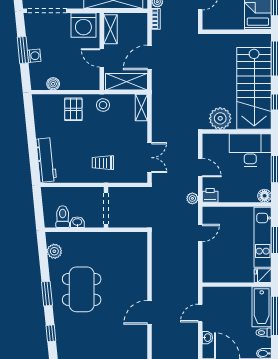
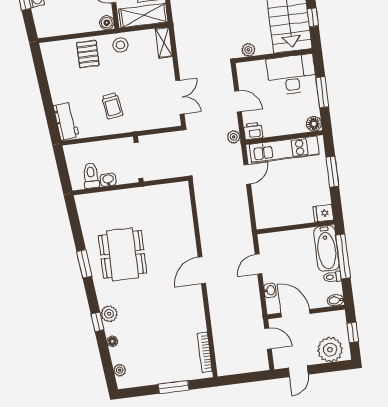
boiler: (53, 84) -> (107, 23), moved
plant: (220, 118) -> (248, 50), width x0.53, depth x0.53
workbench: (46, 160) -> (66, 121), width x0.73
trolley: (103, 163) -> (112, 106), moved, turned -99
kitchen unit: (263, 237) -> (284, 150), moved, turned -90
plant: (54, 251) -> (109, 314), moved
window: (51, 333) -> (98, 322), moved

